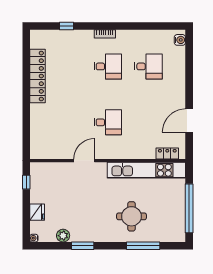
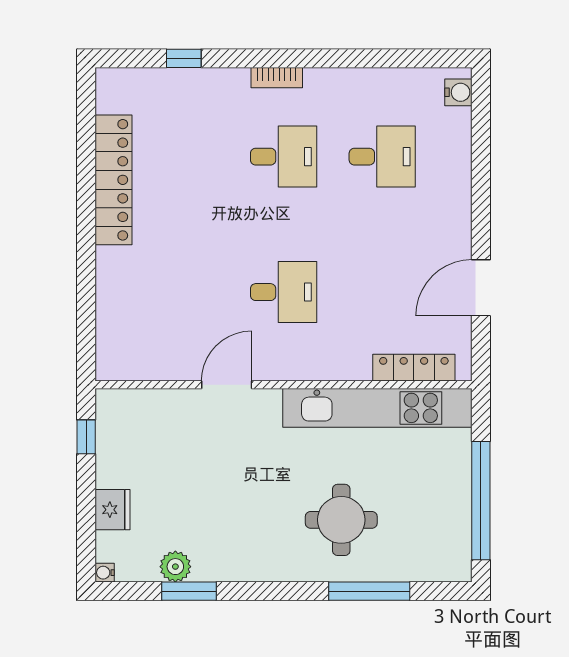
locker: (167, 154) -> (414, 368), width x1.53
window: (83, 246) -> (189, 591), moved

